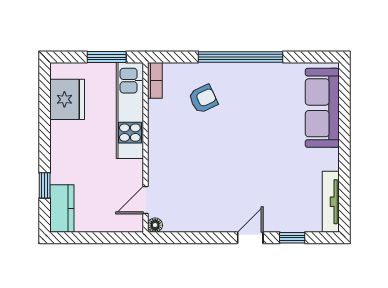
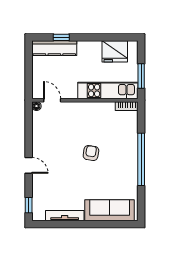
armchair: (203, 99) -> (91, 153), moved, turned -146
tv unit: (331, 202) -> (65, 216), moved
kitchen counter: (62, 208) -> (54, 48), width x1.50
window: (292, 238) -> (29, 205), moved

